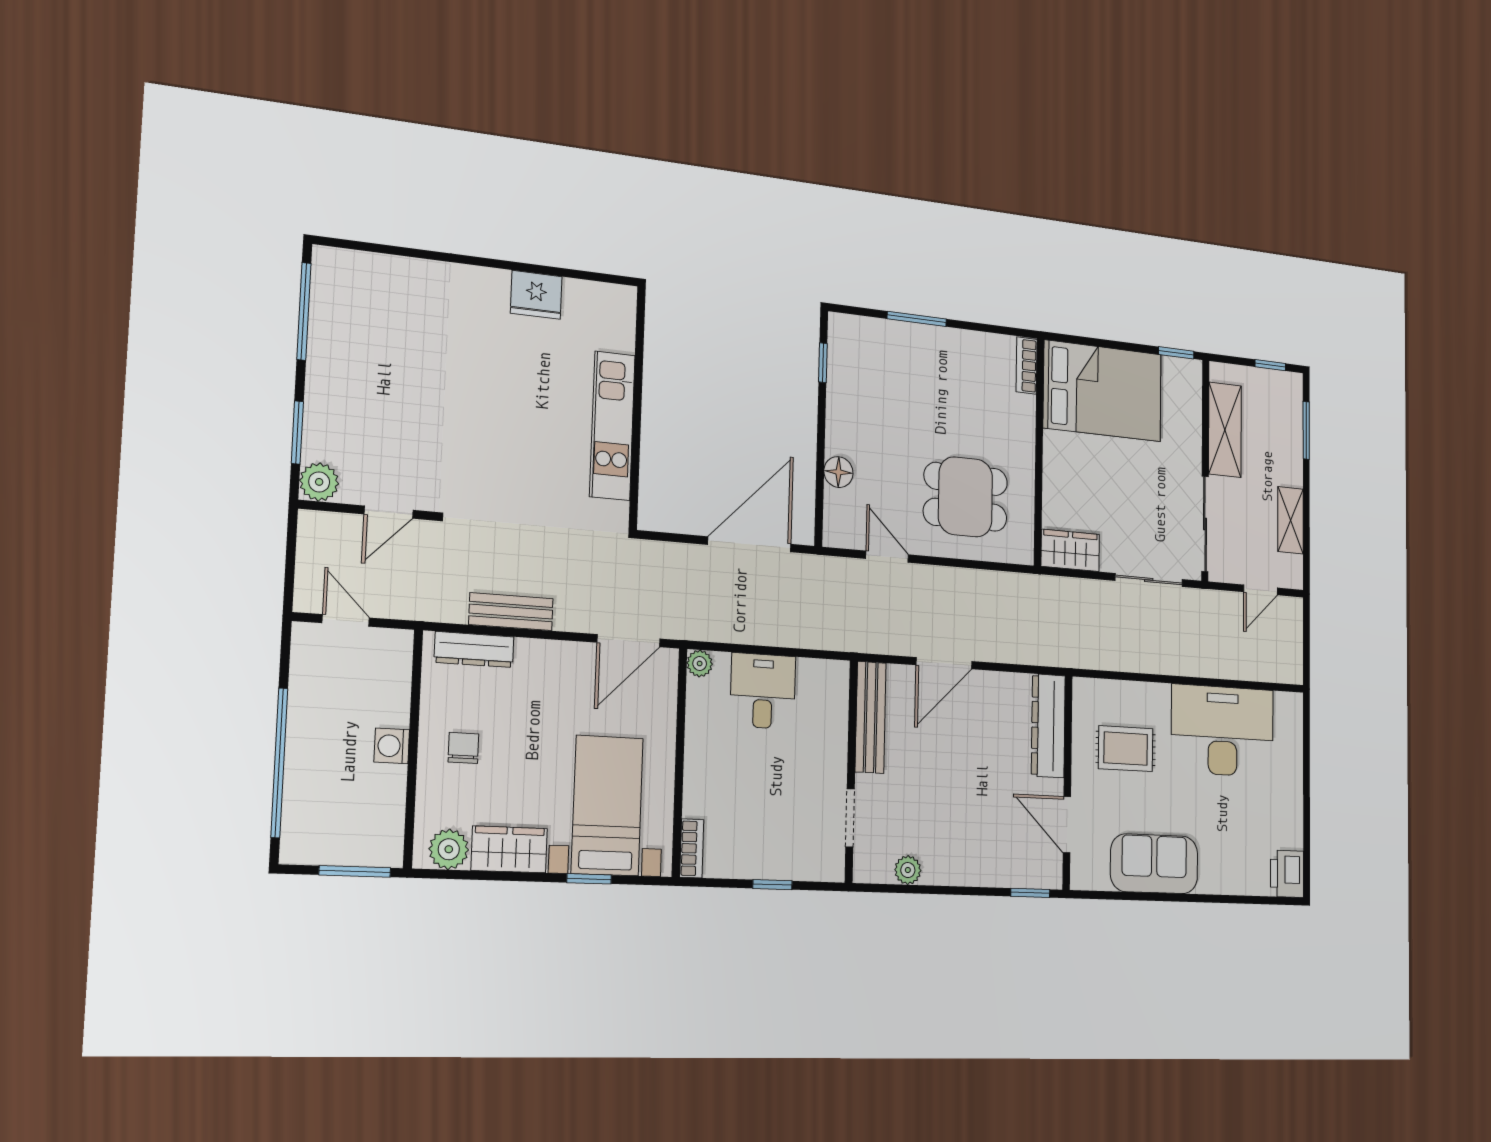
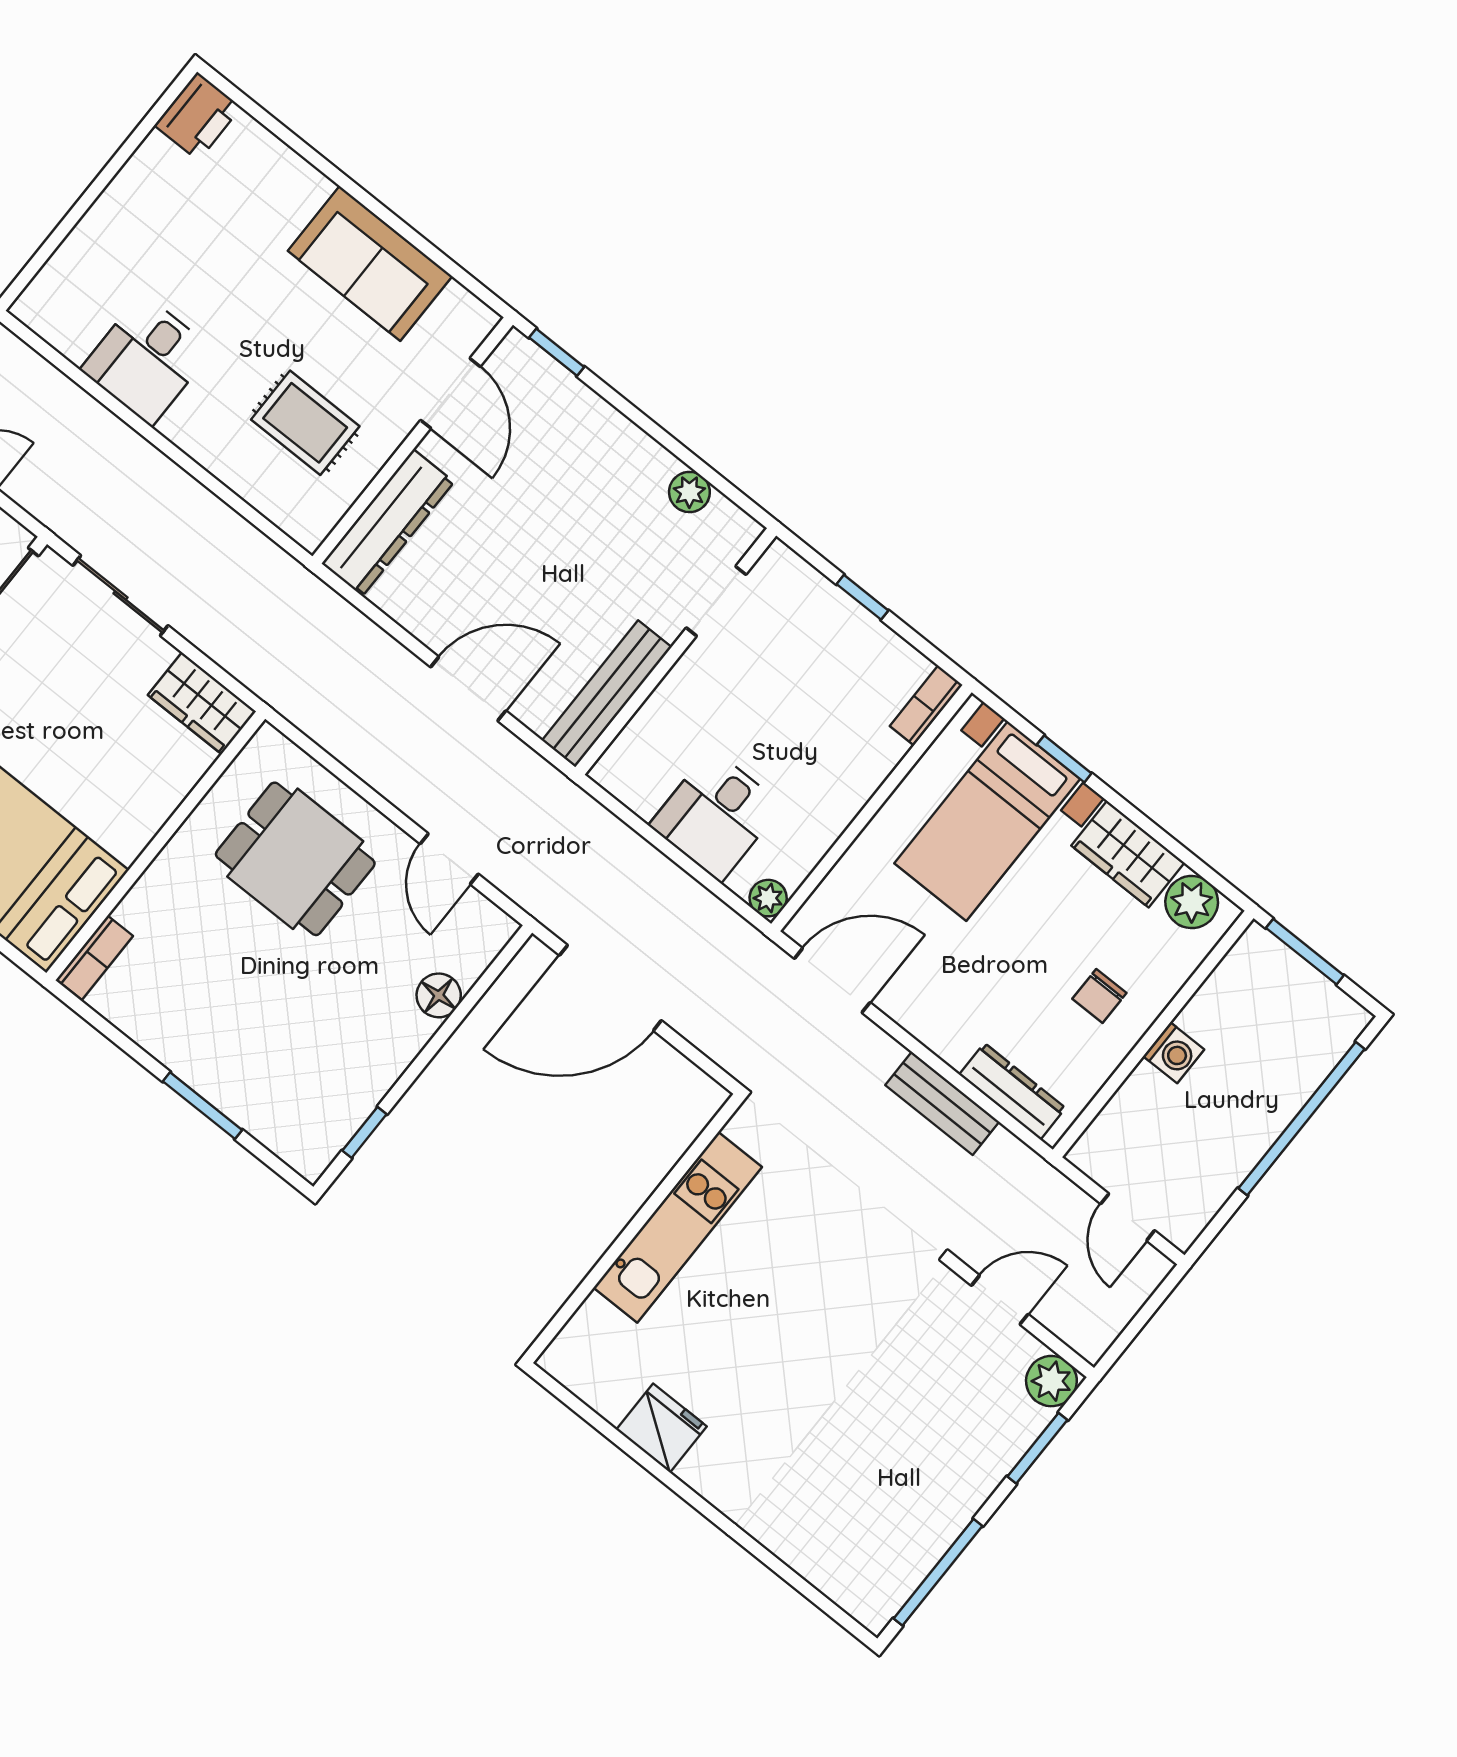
desk: (1223, 731) -> (147, 360), width x0.53, depth x0.77

